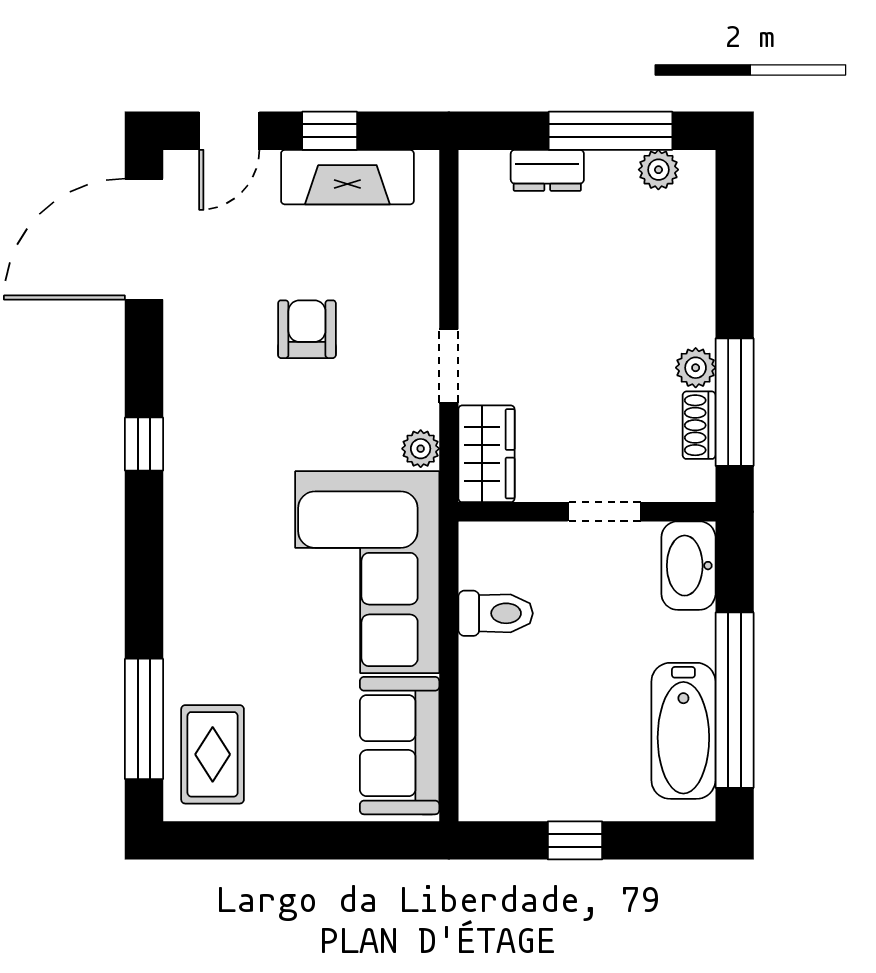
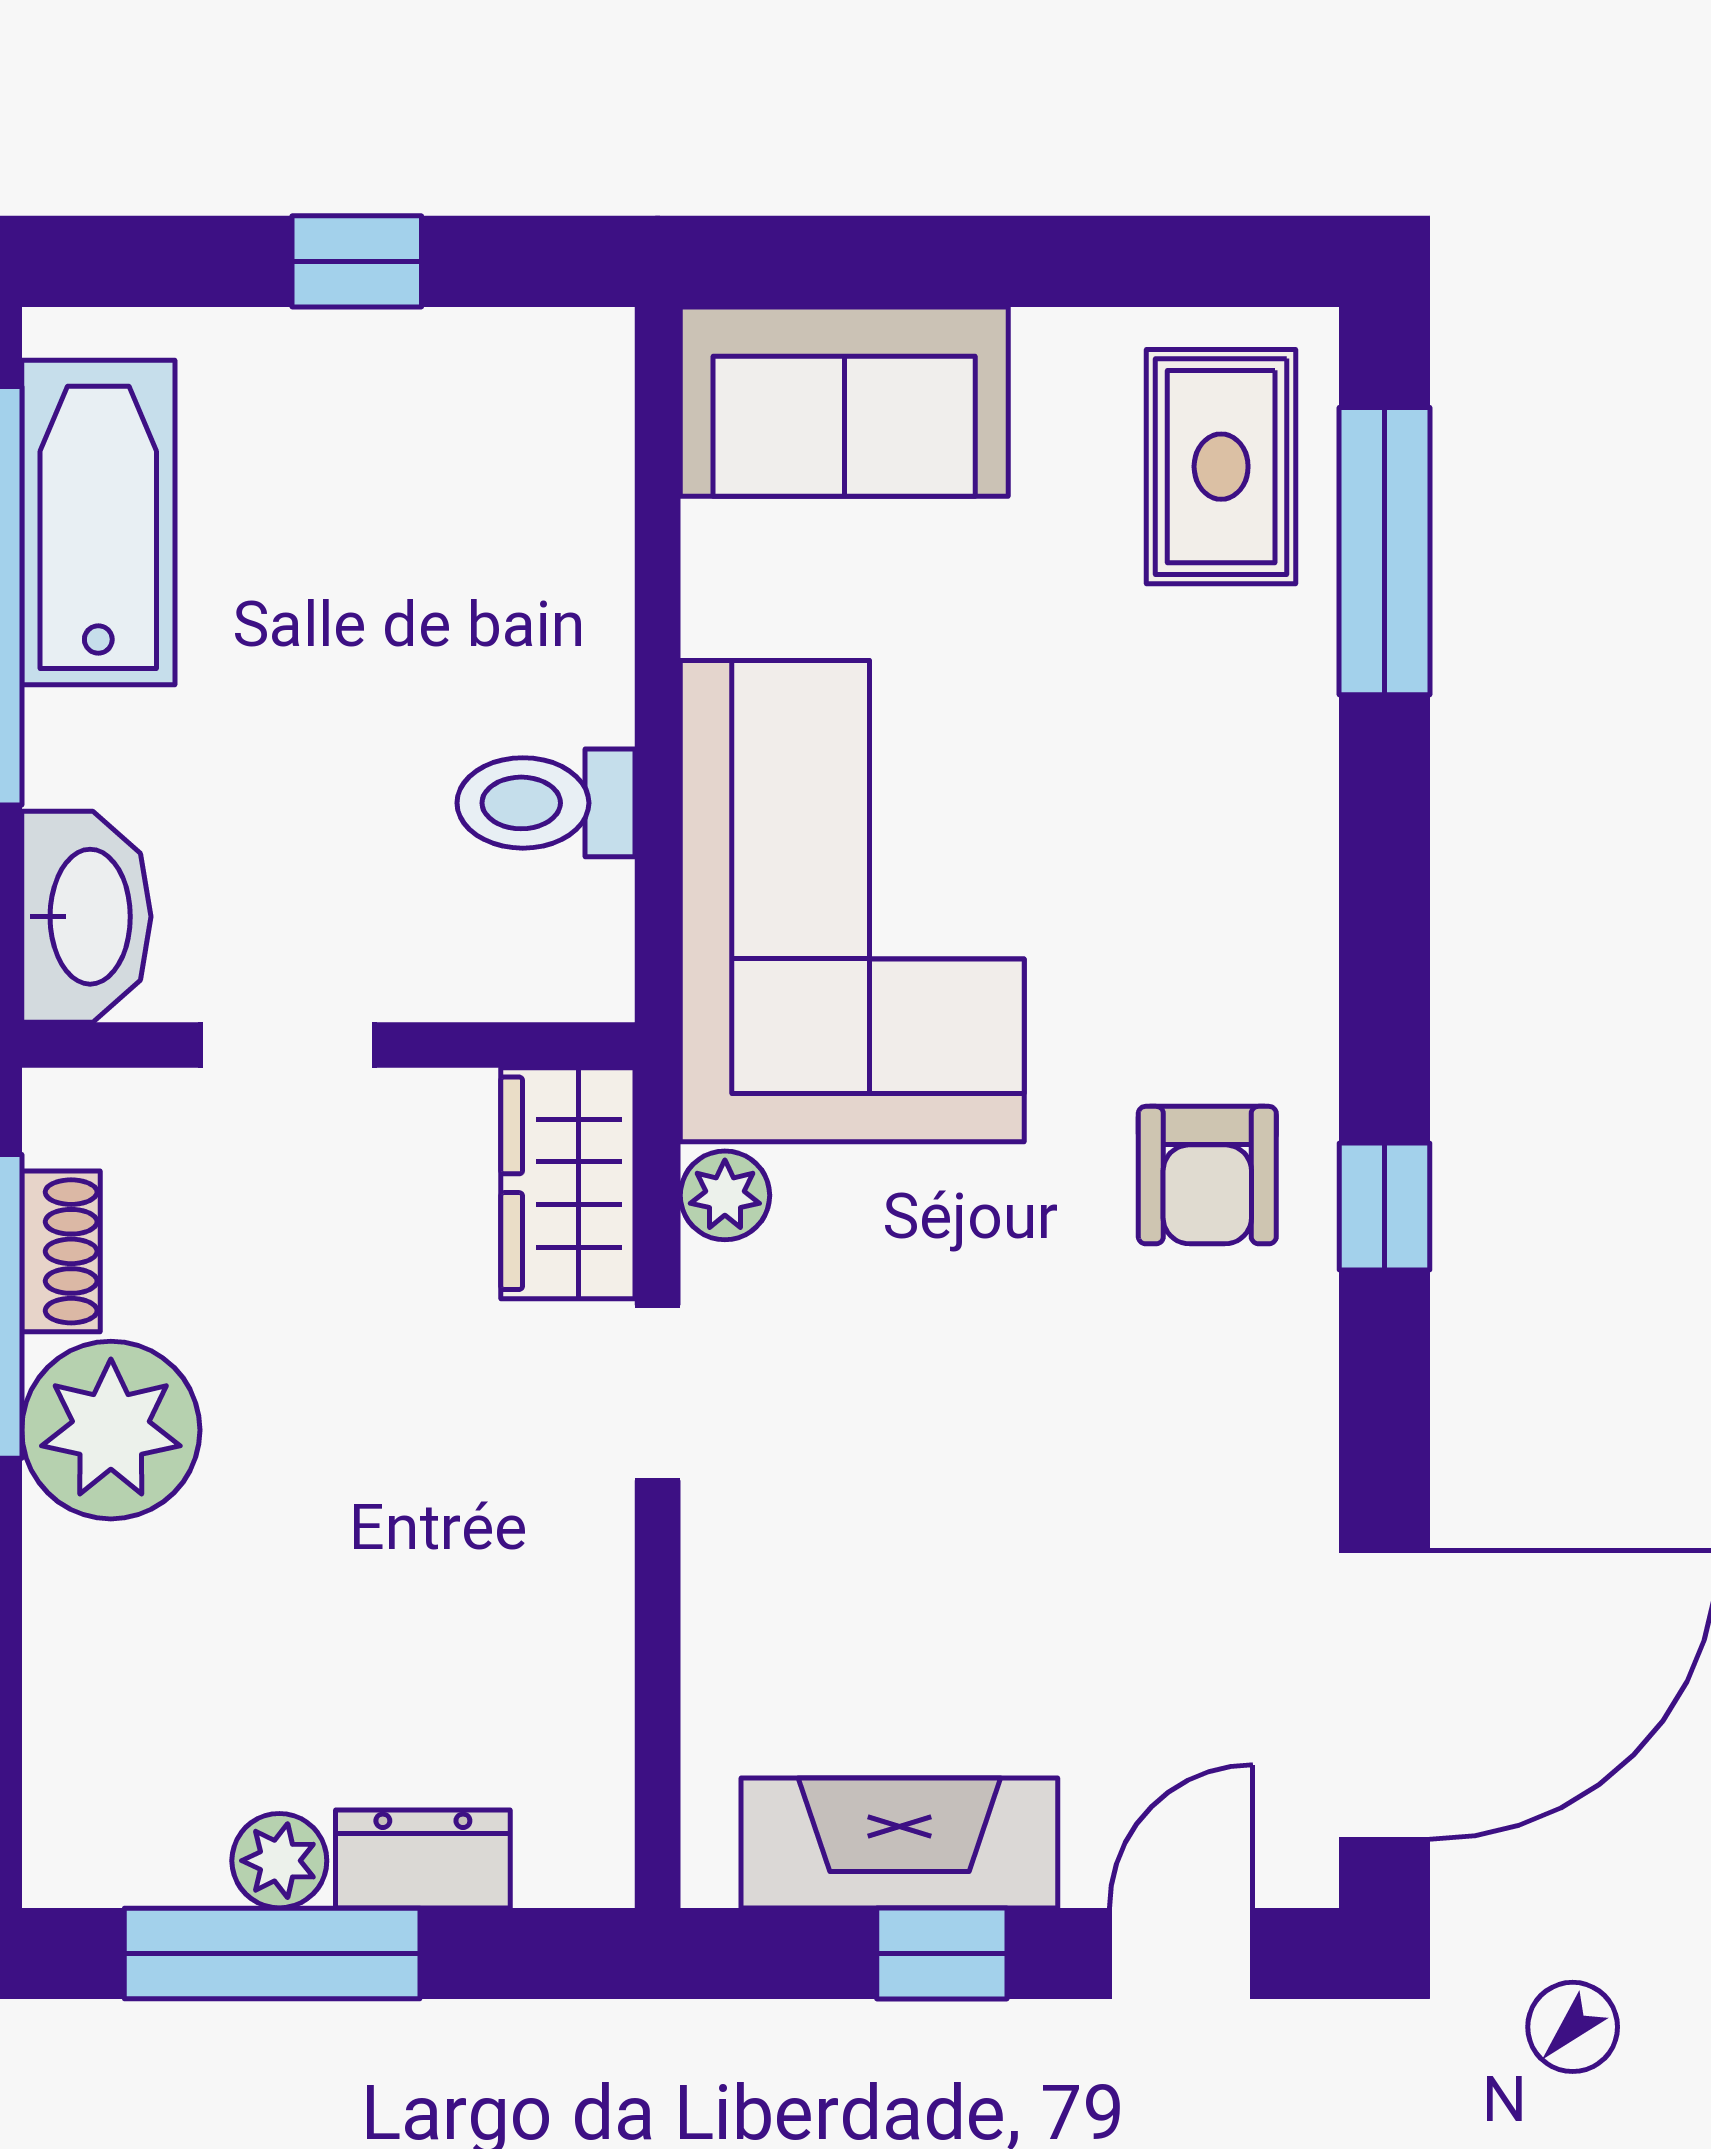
plant: (658, 170) -> (279, 1861), moved
armchair: (307, 329) -> (1207, 1175), moved
plant: (696, 368) -> (111, 1430), width x1.87, depth x1.87
sofa: (400, 746) -> (844, 402), moved, turned 90

